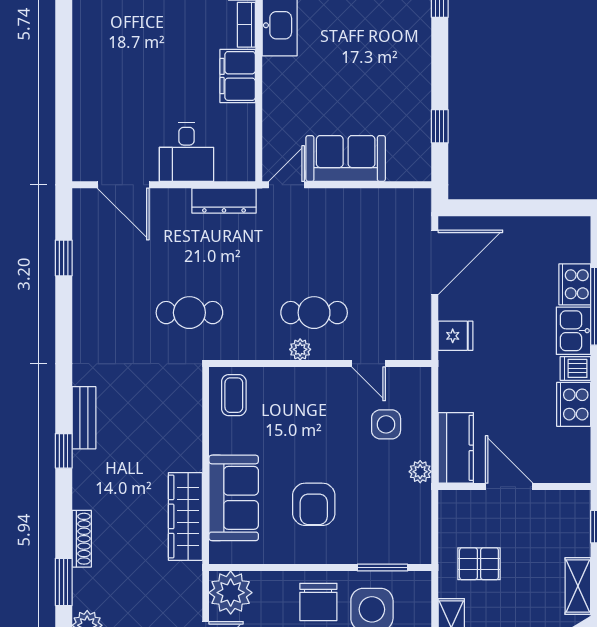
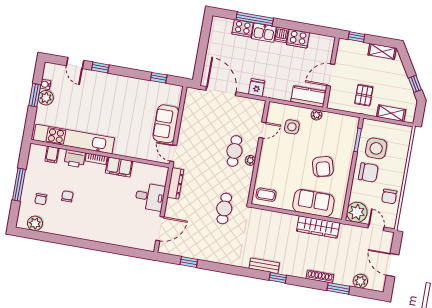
armchair: (314, 504) -> (323, 167), turned 75

